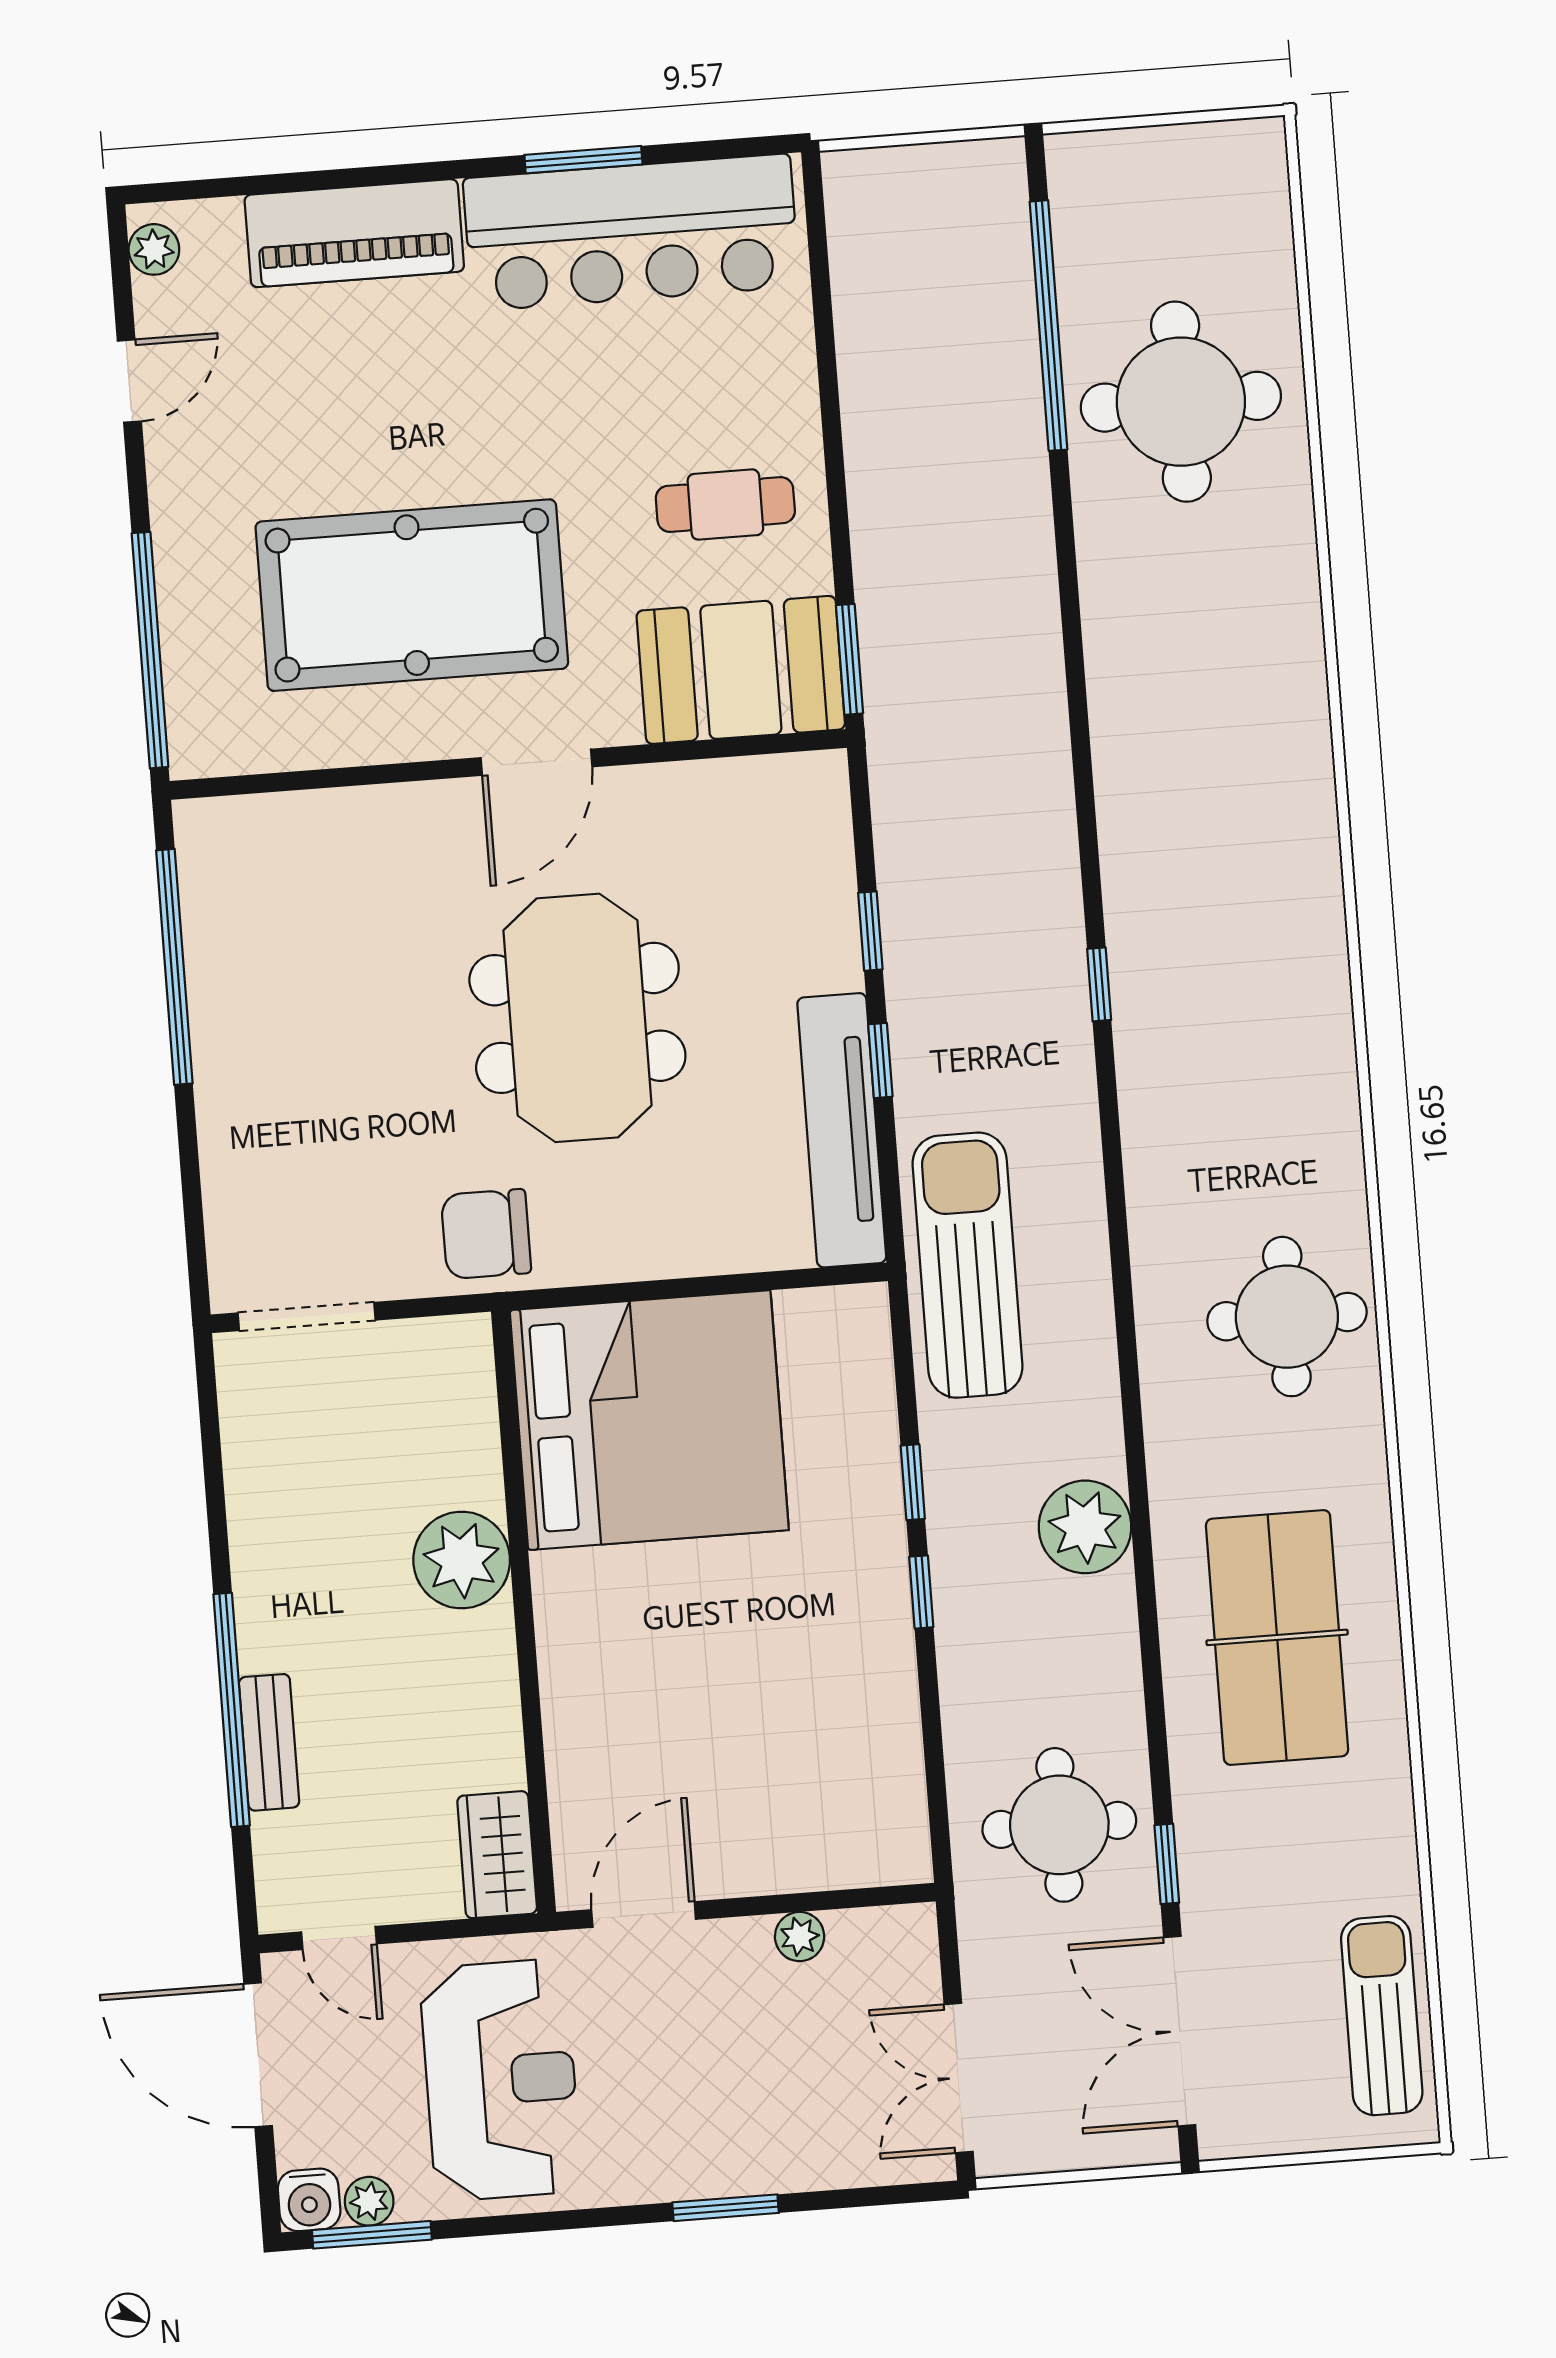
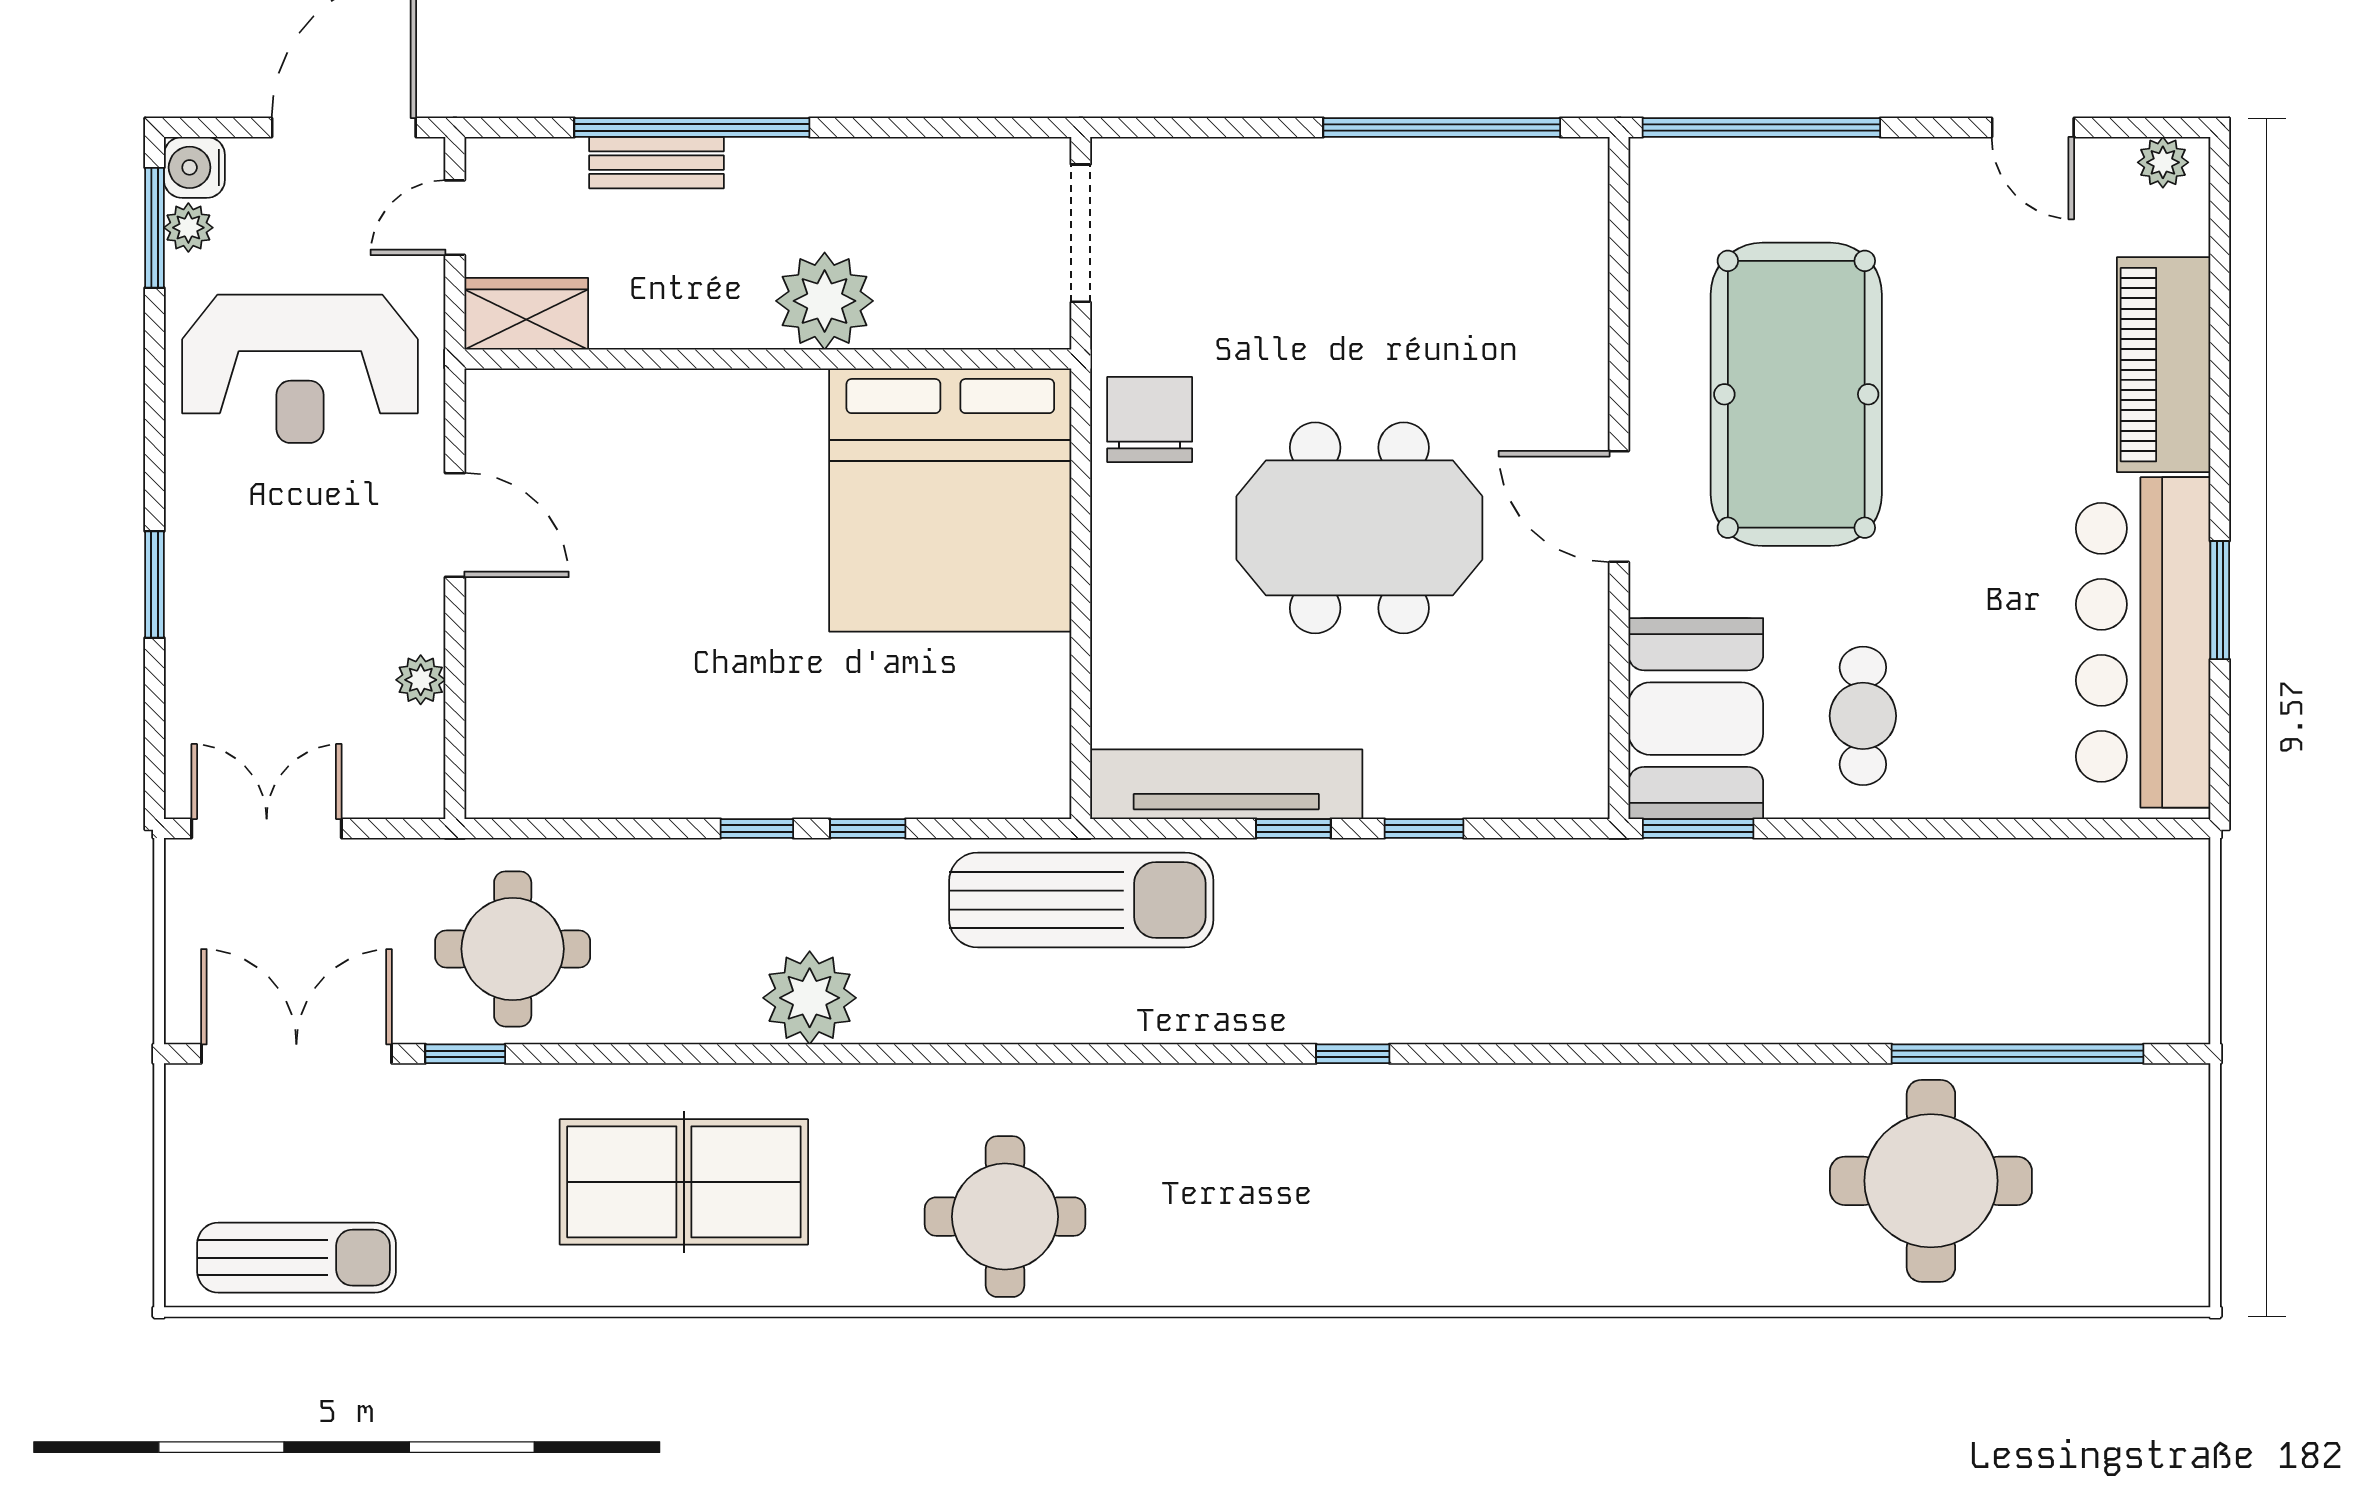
bed: (649, 1420) -> (950, 500), moved
plant: (462, 1560) -> (825, 301), moved
wall: (523, 1612) -> (768, 359), moved
wardrobe: (497, 1855) -> (526, 314), moved

